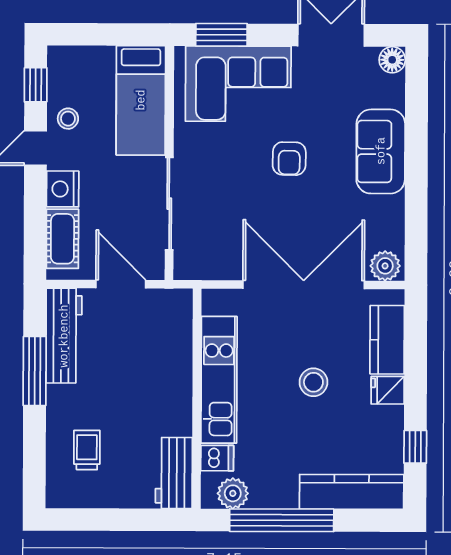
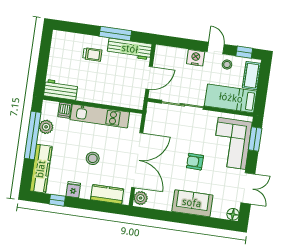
cot: (62, 239) -> (252, 76), moved, turned 90
fridge: (388, 390) -> (73, 190), moved
trolley: (87, 450) -> (92, 54), moved
plant: (233, 493) -> (46, 127), moved

